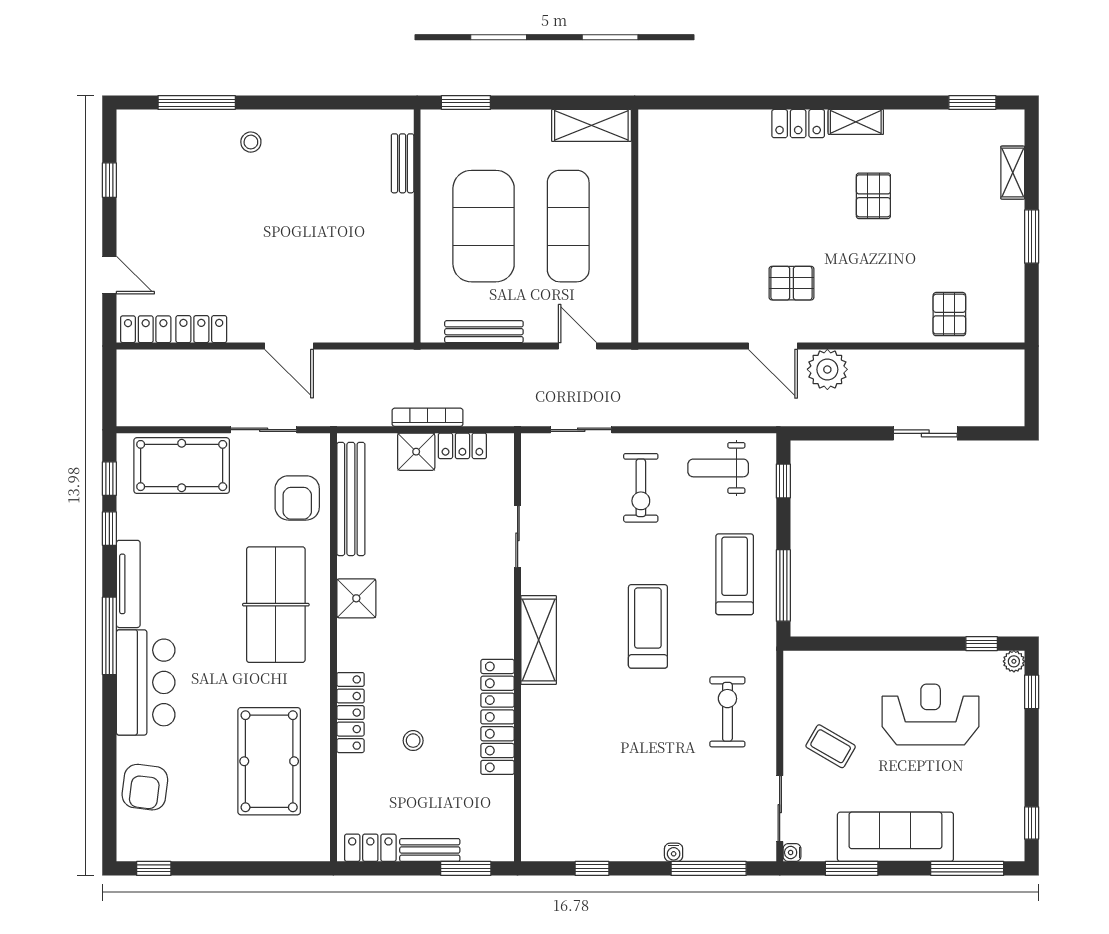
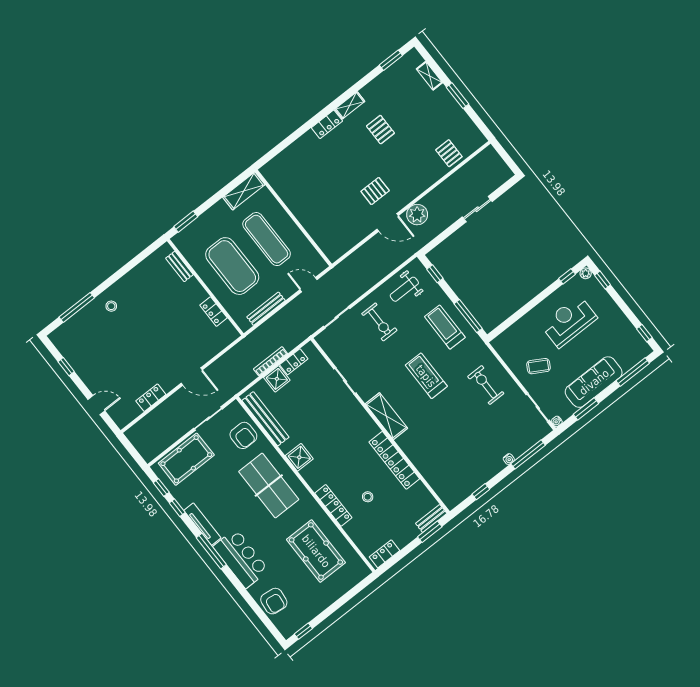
locker: (146, 329) -> (214, 312), moved, turned -90
bench: (430, 850) -> (431, 518), moved

